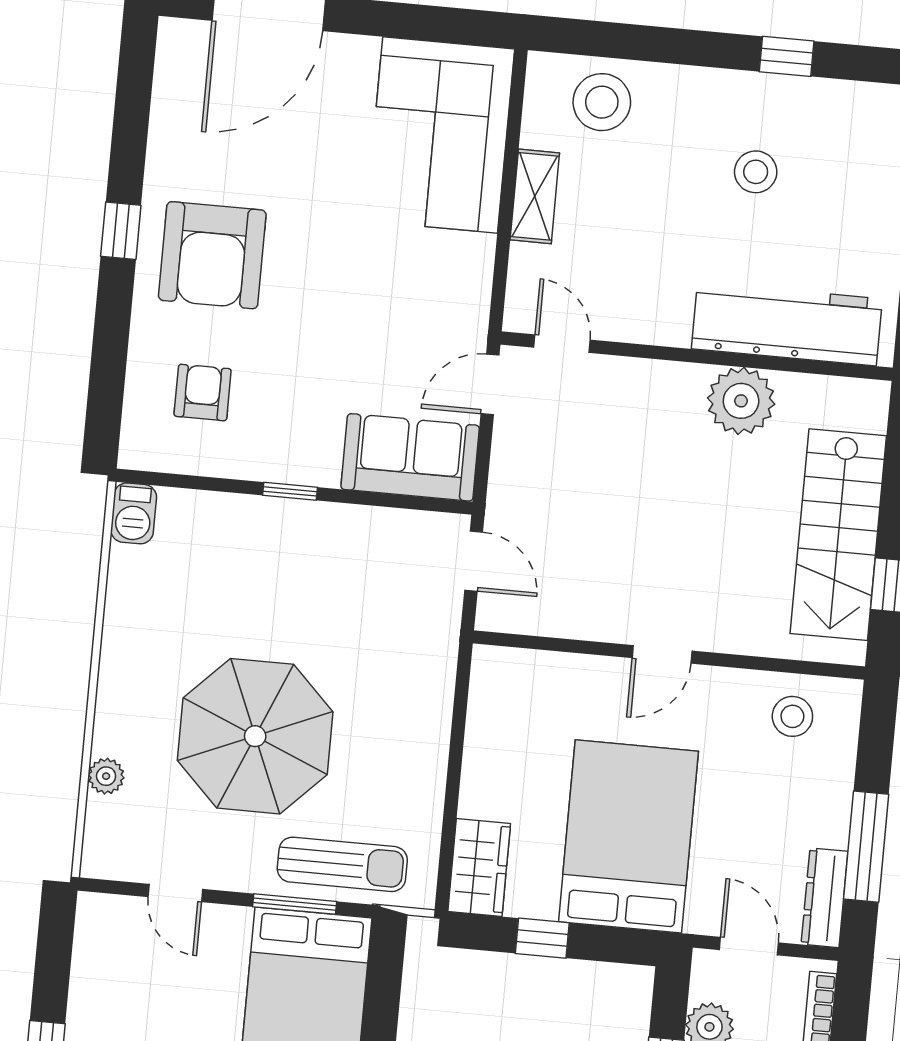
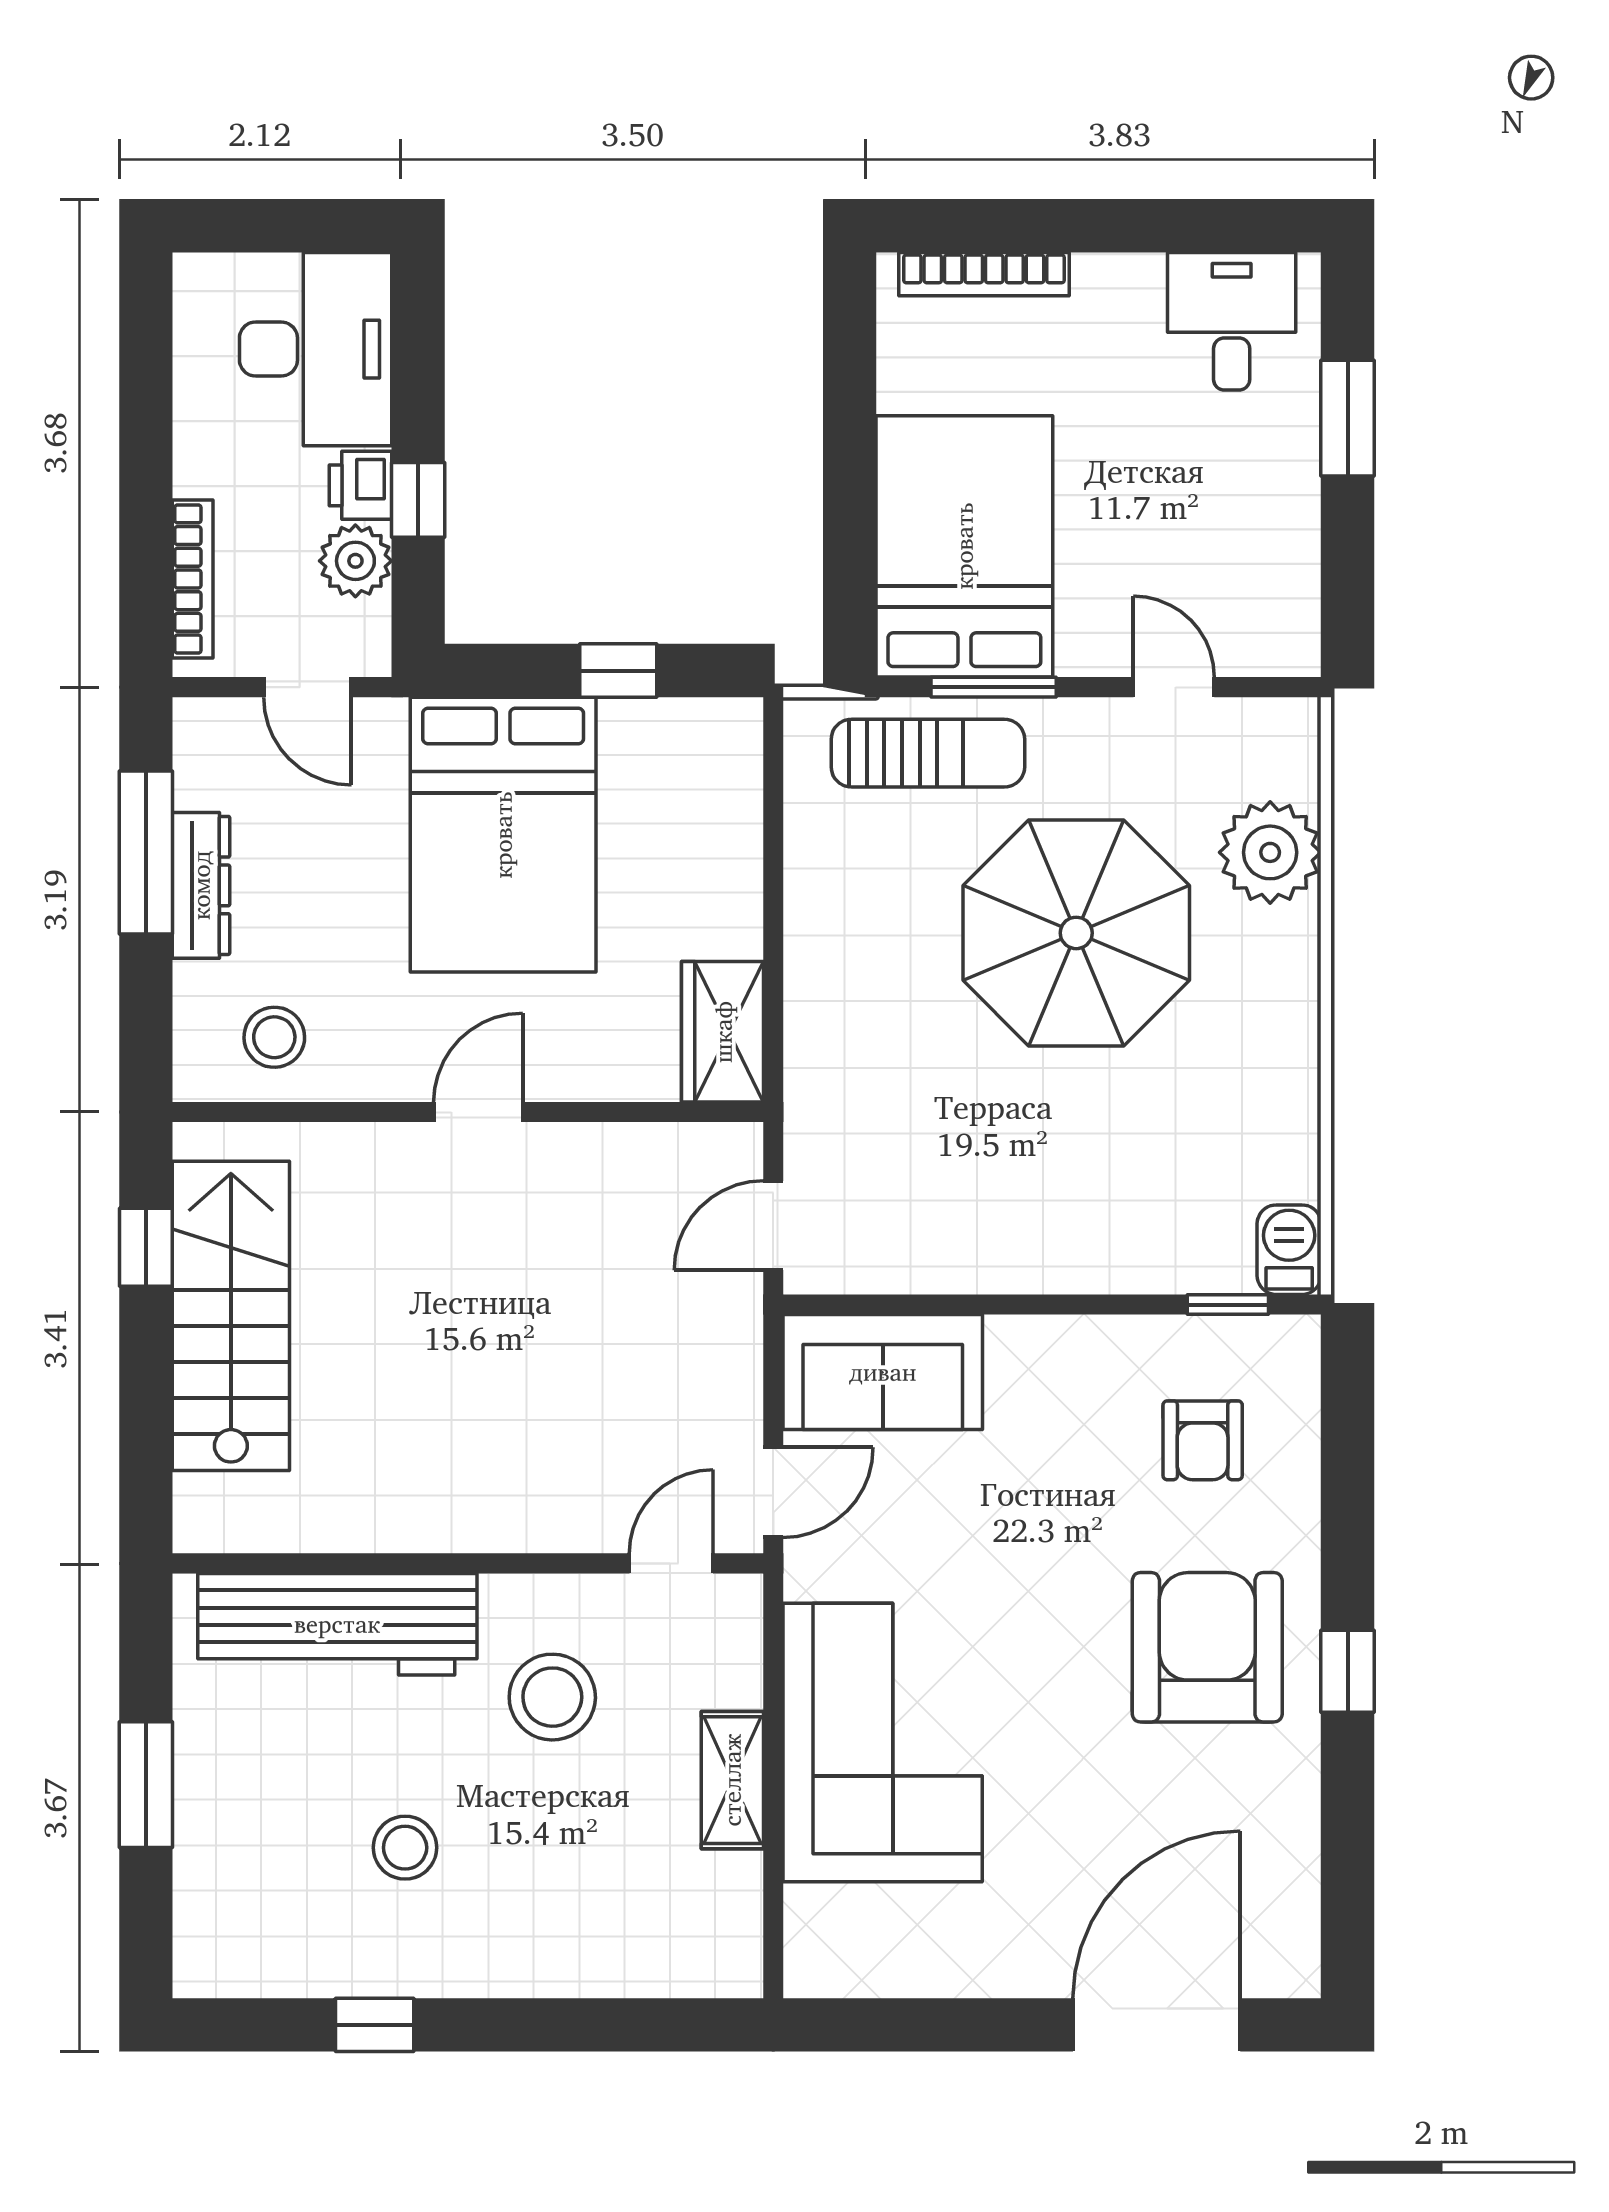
stool: (602, 102) -> (552, 1697), moved
corner sofa: (440, 135) -> (883, 1742), moved
door: (562, 344) -> (671, 1563), swing flipped
plant: (741, 401) -> (395, 1503), removed
window: (290, 491) -> (1228, 1305), moved
door: (474, 561) -> (773, 1226), hinge flipped
plant: (106, 776) -> (1270, 852), width x1.87, depth x1.87
sun lounger: (342, 864) -> (928, 753), turned 180
wardrobe: (479, 867) -> (723, 1032), moved
dresser: (825, 898) -> (201, 885), moved

